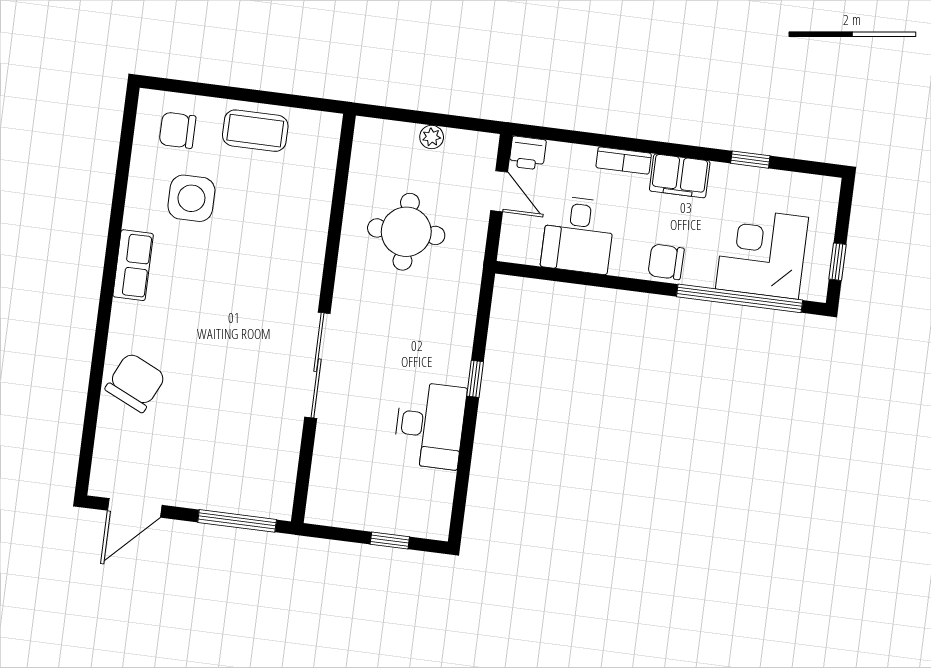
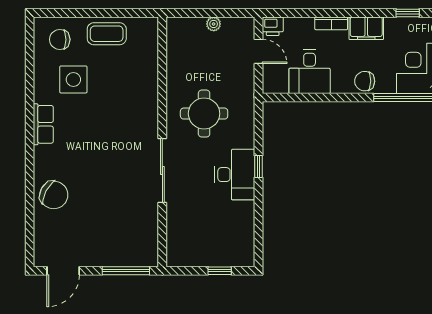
round table: (406, 232) -> (204, 114), moved
chair: (135, 382) -> (54, 195), turned 93
desk: (430, 425) -> (235, 175), moved

